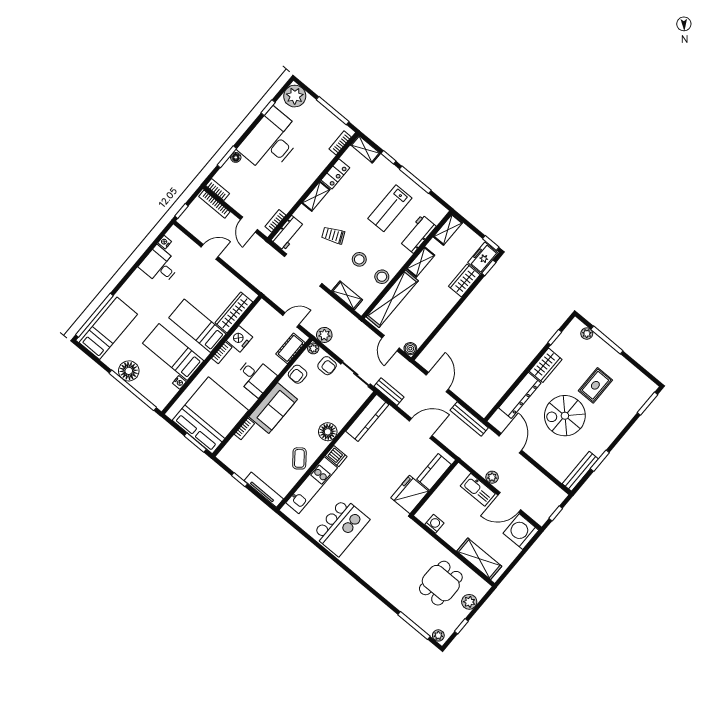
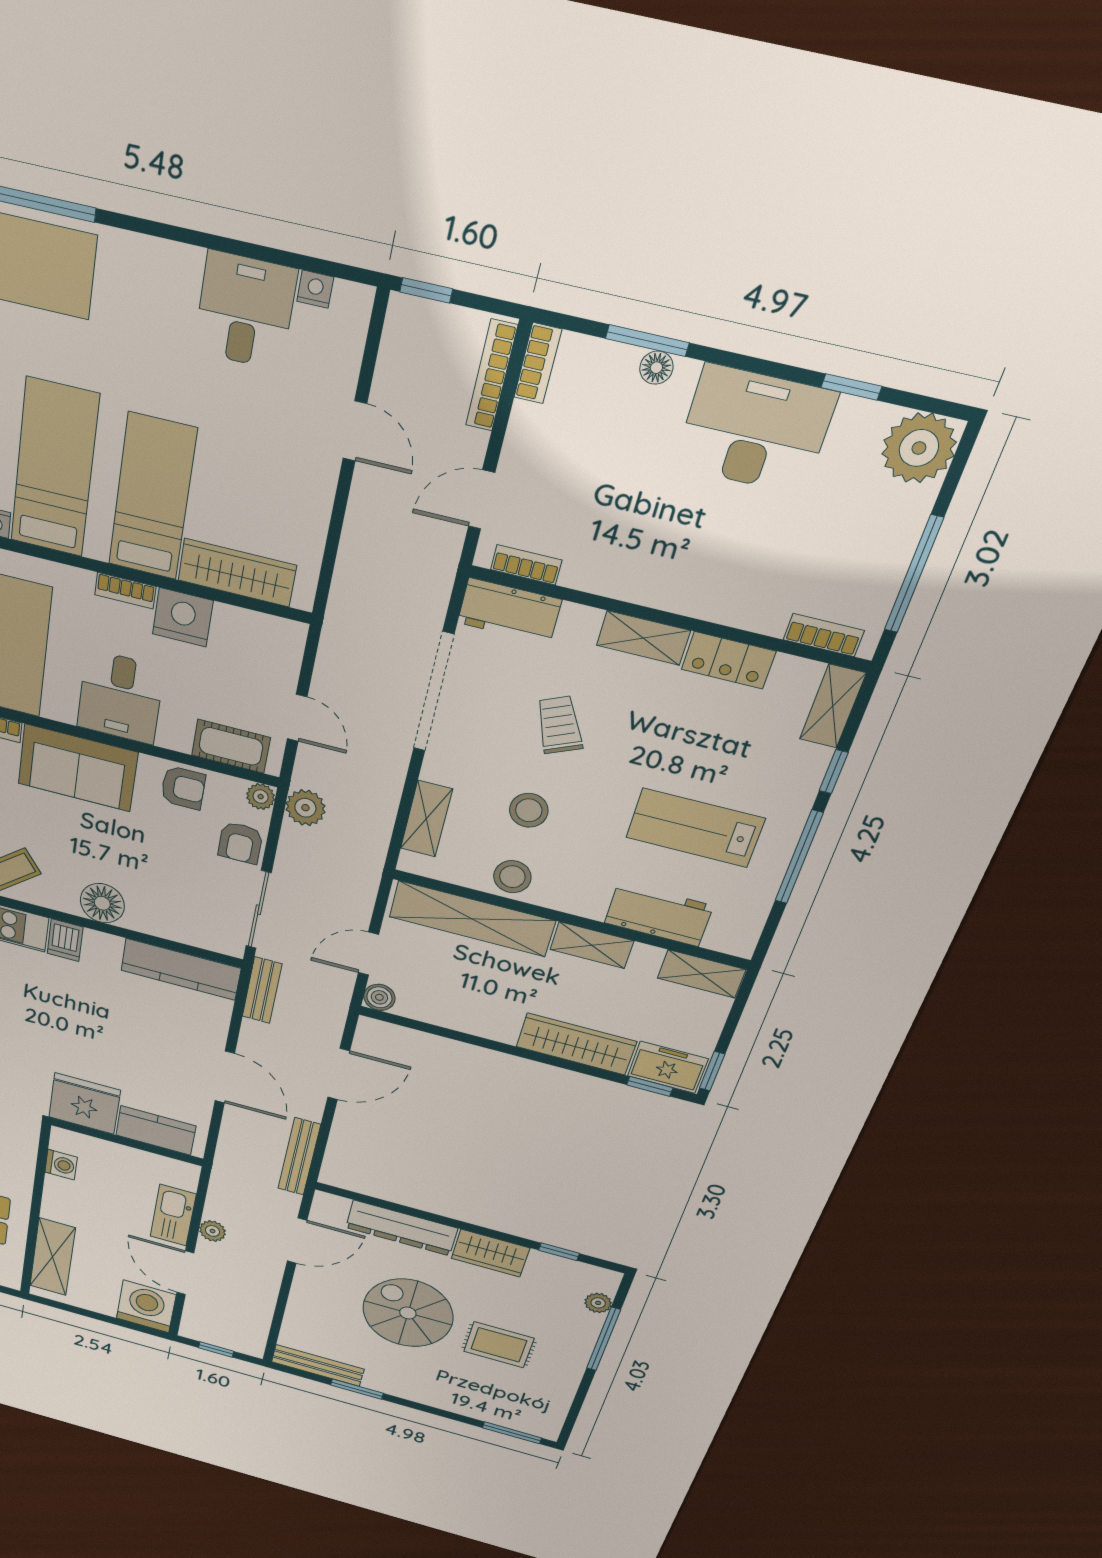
desk: (271, 141) -> (755, 430), width x0.73, depth x0.77
wardrobe: (464, 281) -> (576, 1044), width x1.50
armchair: (298, 374) -> (183, 788), turned 180

